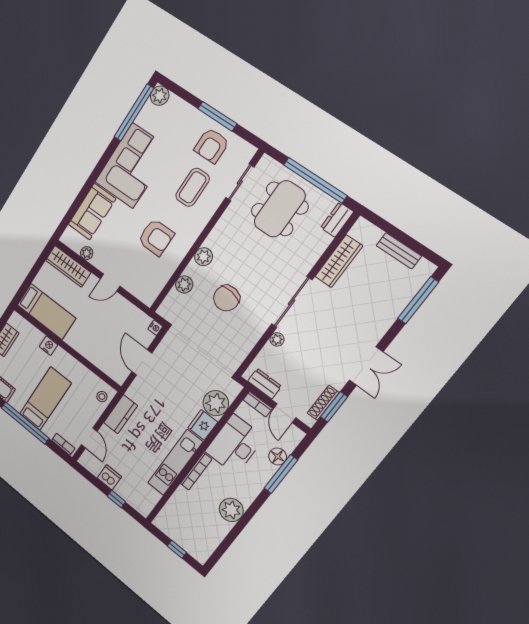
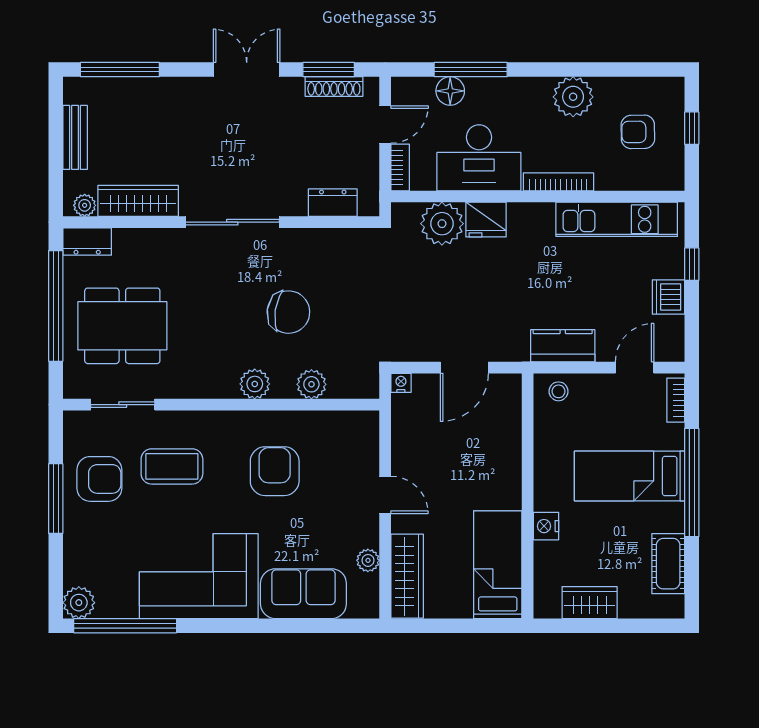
plant: (277, 339) -> (85, 205), moved
dresser: (265, 384) -> (333, 203), moved, turned 90
kitchen unit: (175, 462) -> (617, 219), moved
armchair: (193, 525) -> (638, 132), added

